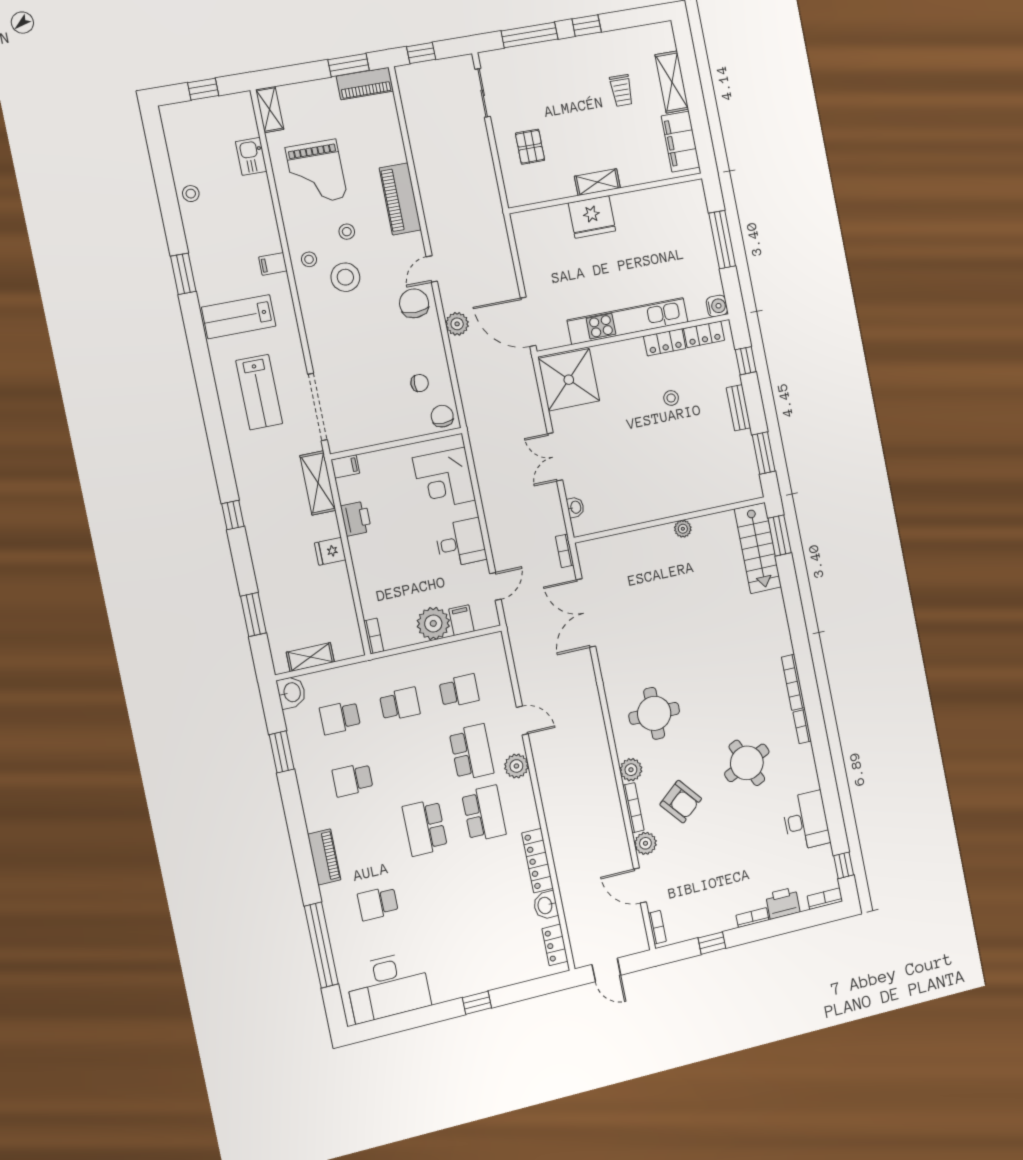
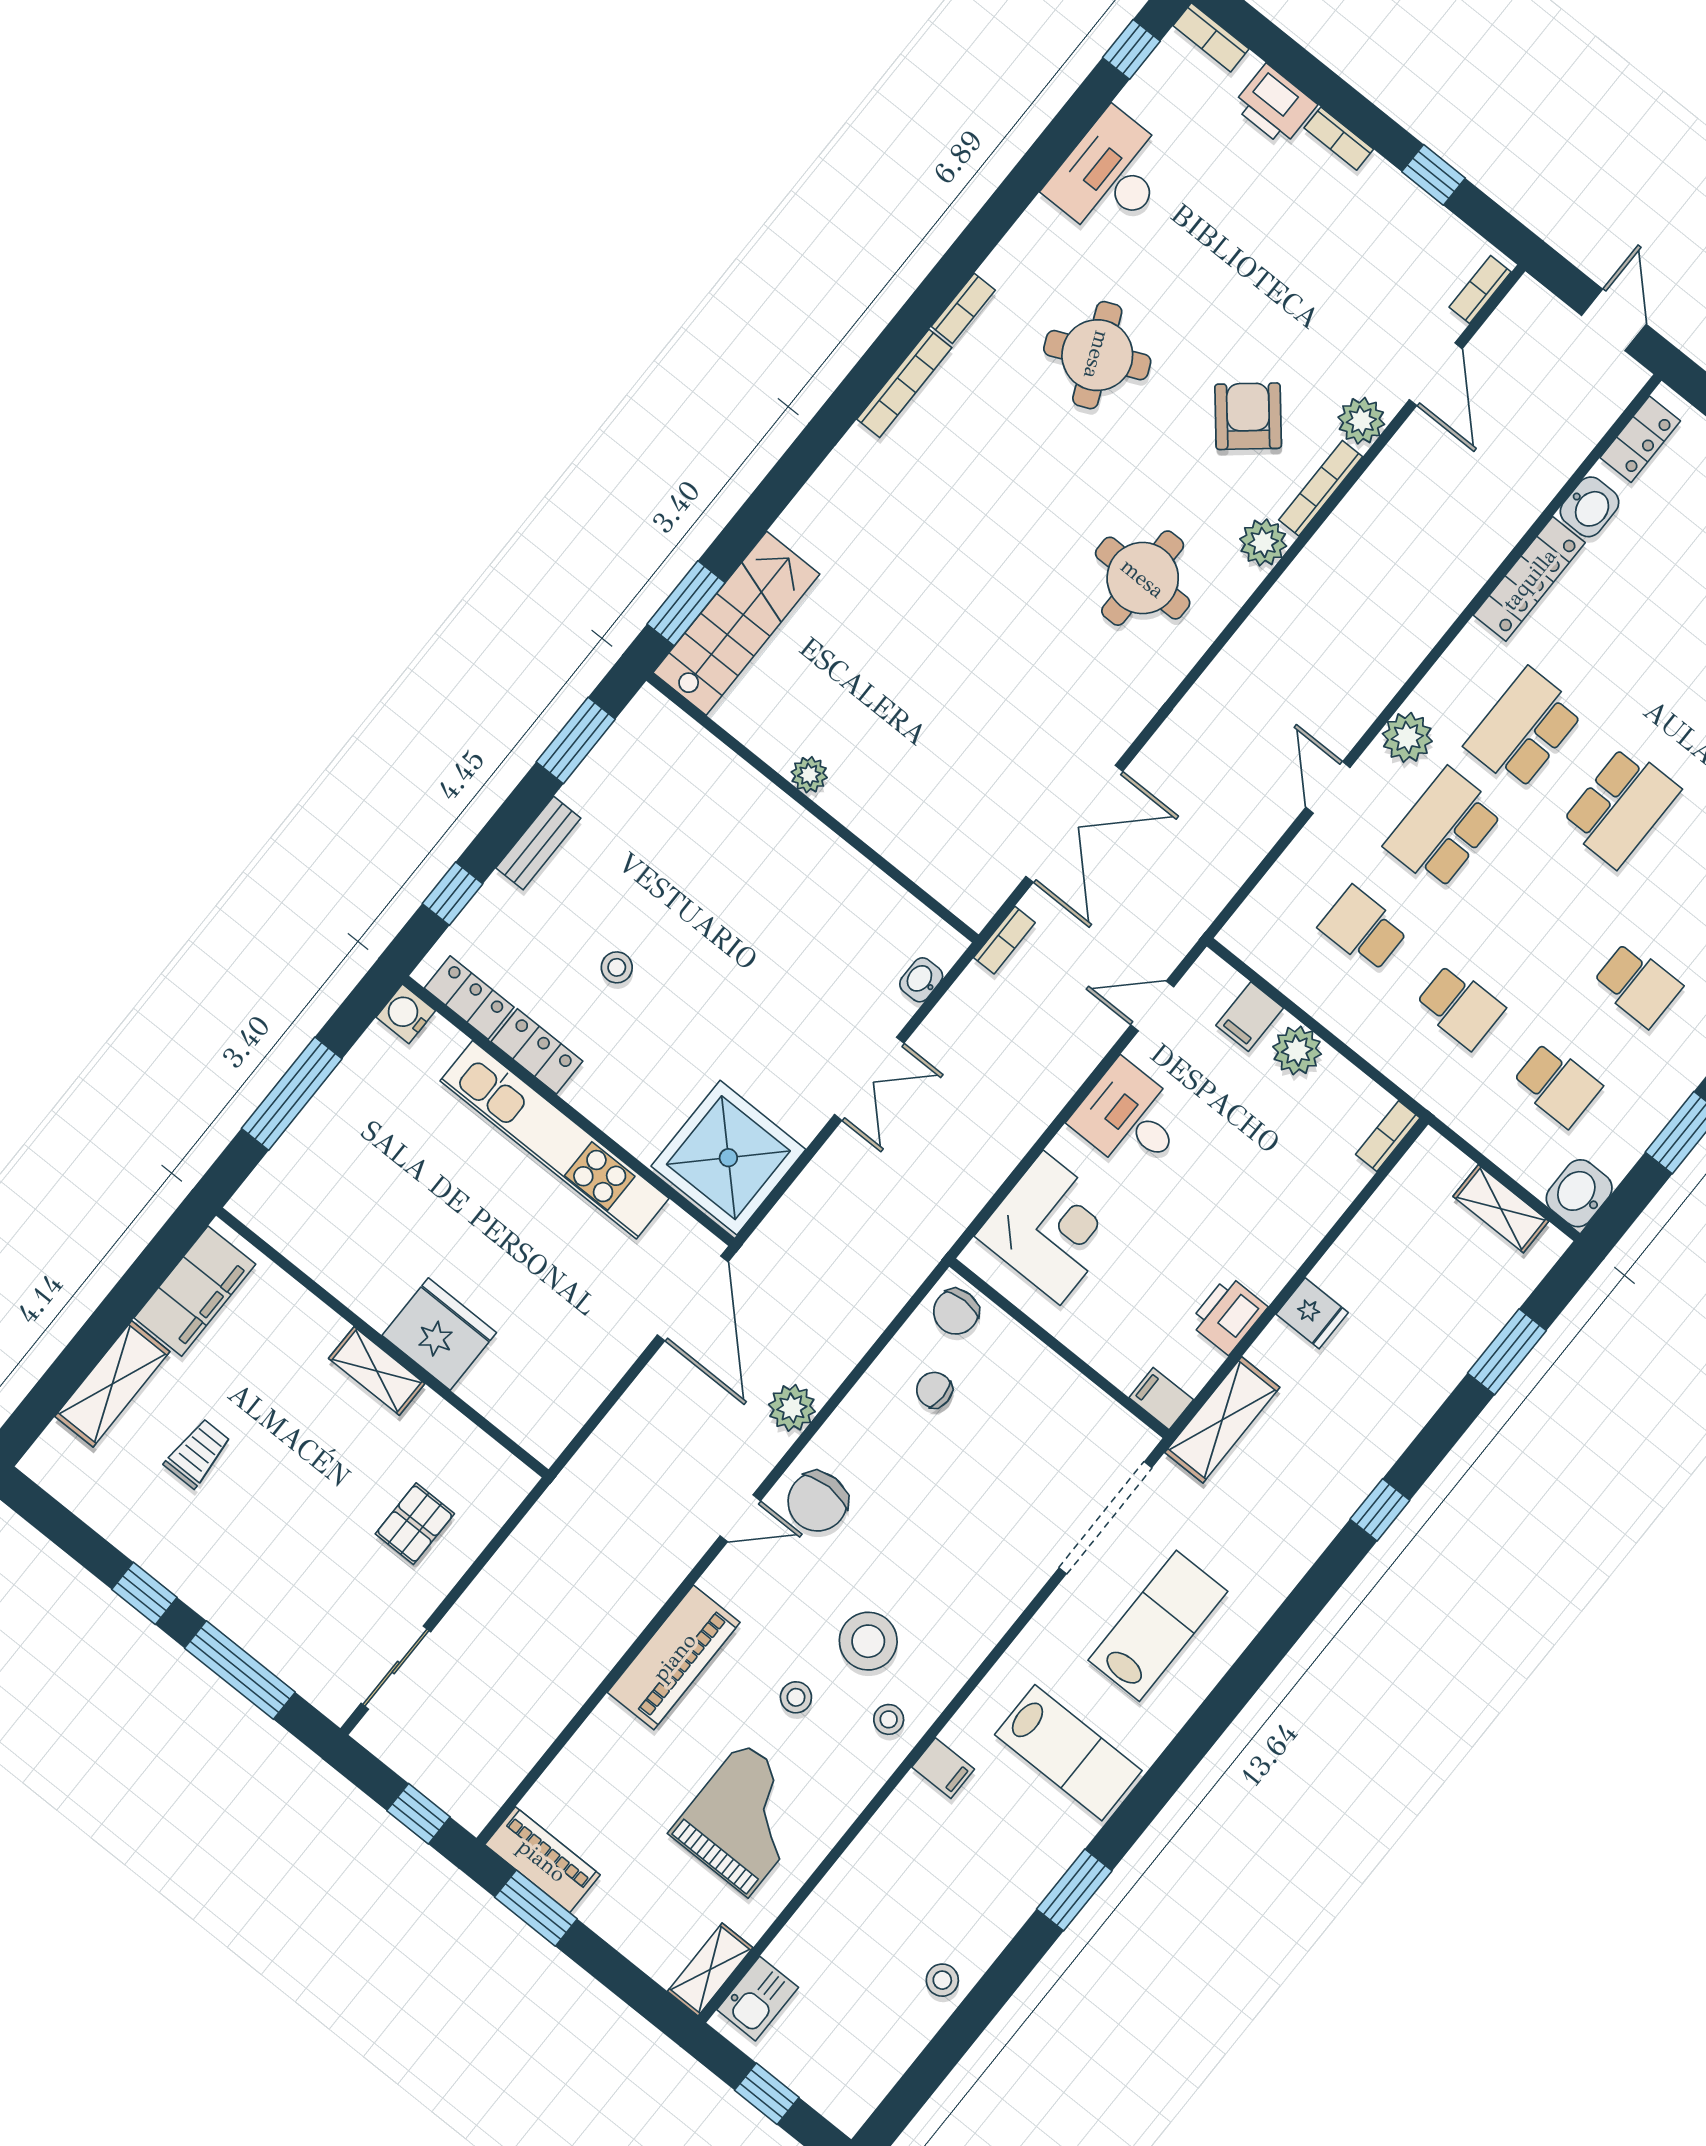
kitchen sink: (251, 156) -> (758, 1999), moved
plant: (433, 623) -> (1297, 1050), width x0.73, depth x0.73
school desk: (400, 704) -> (1460, 1007), turned 180

